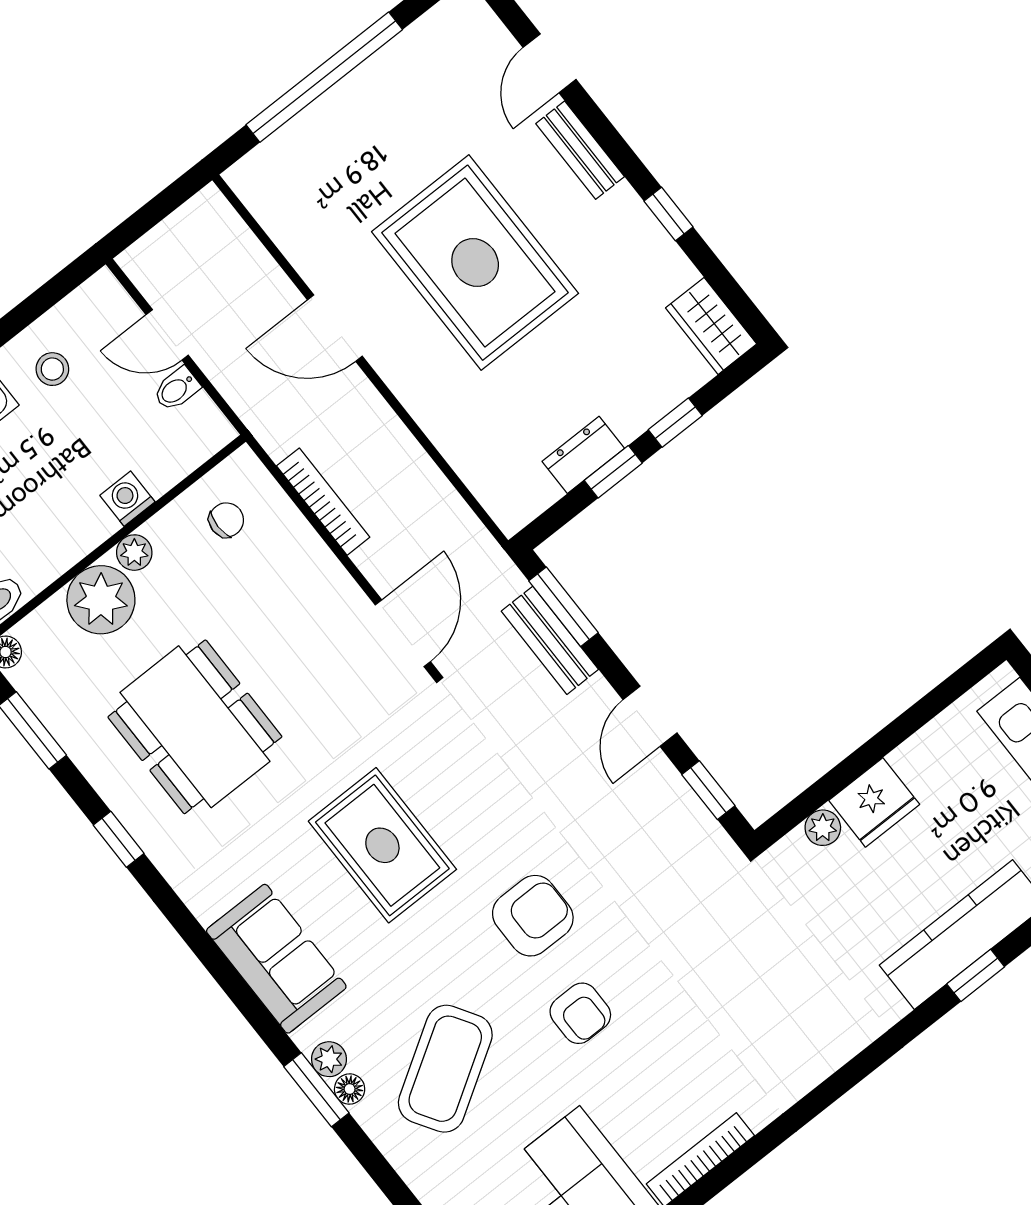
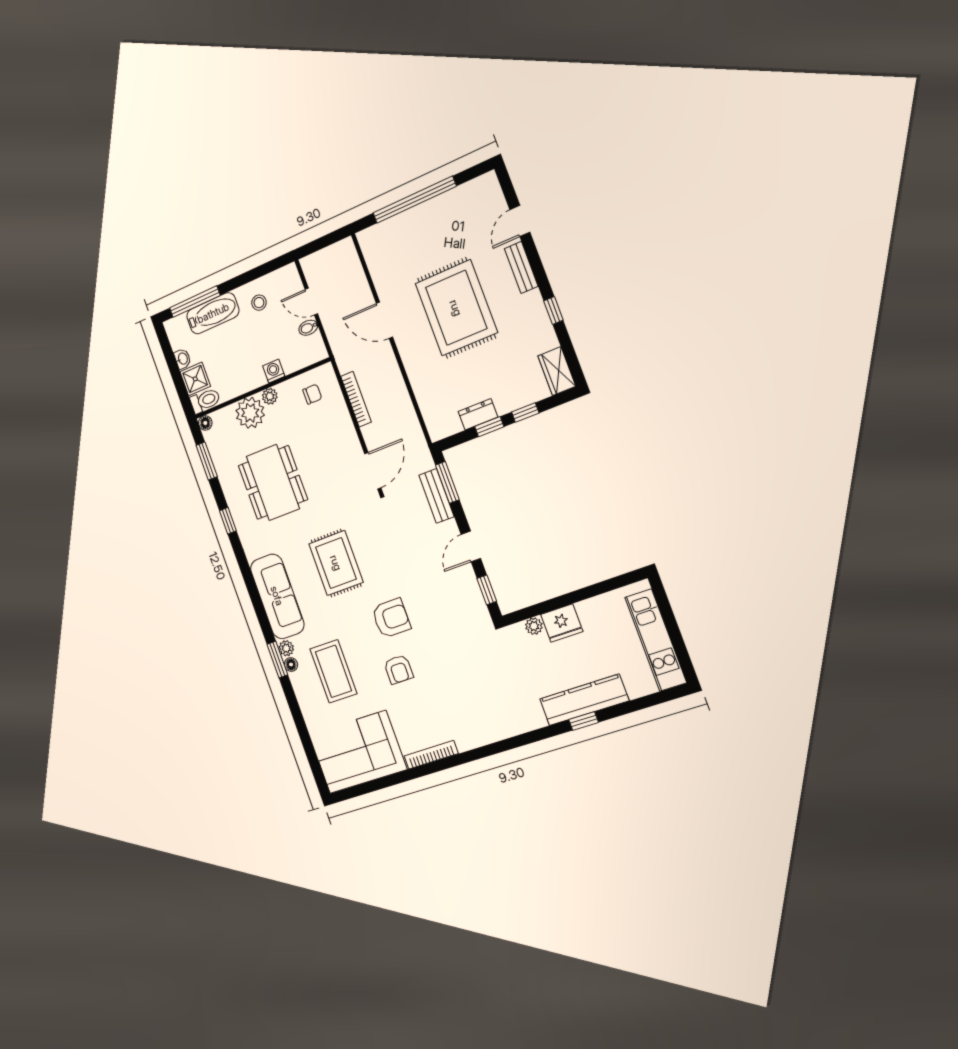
sofa: (276, 959) -> (277, 596), width x1.36
coffee table: (445, 1069) -> (333, 671), turned -58

